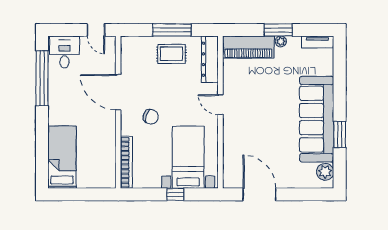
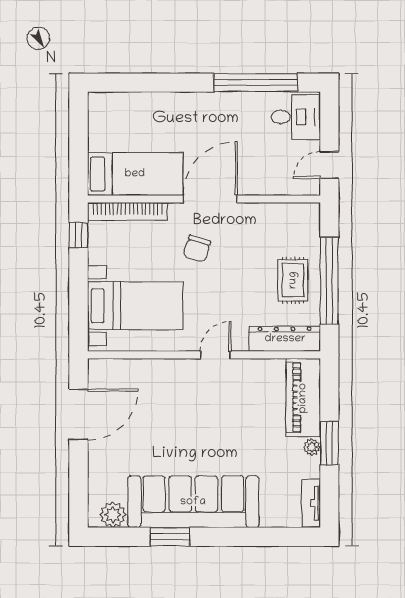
window: (172, 30) -> (329, 281), width x1.46
door: (118, 92) -> (210, 199), moved
bed: (62, 157) -> (135, 174), moved
window: (175, 194) -> (78, 235), moved

